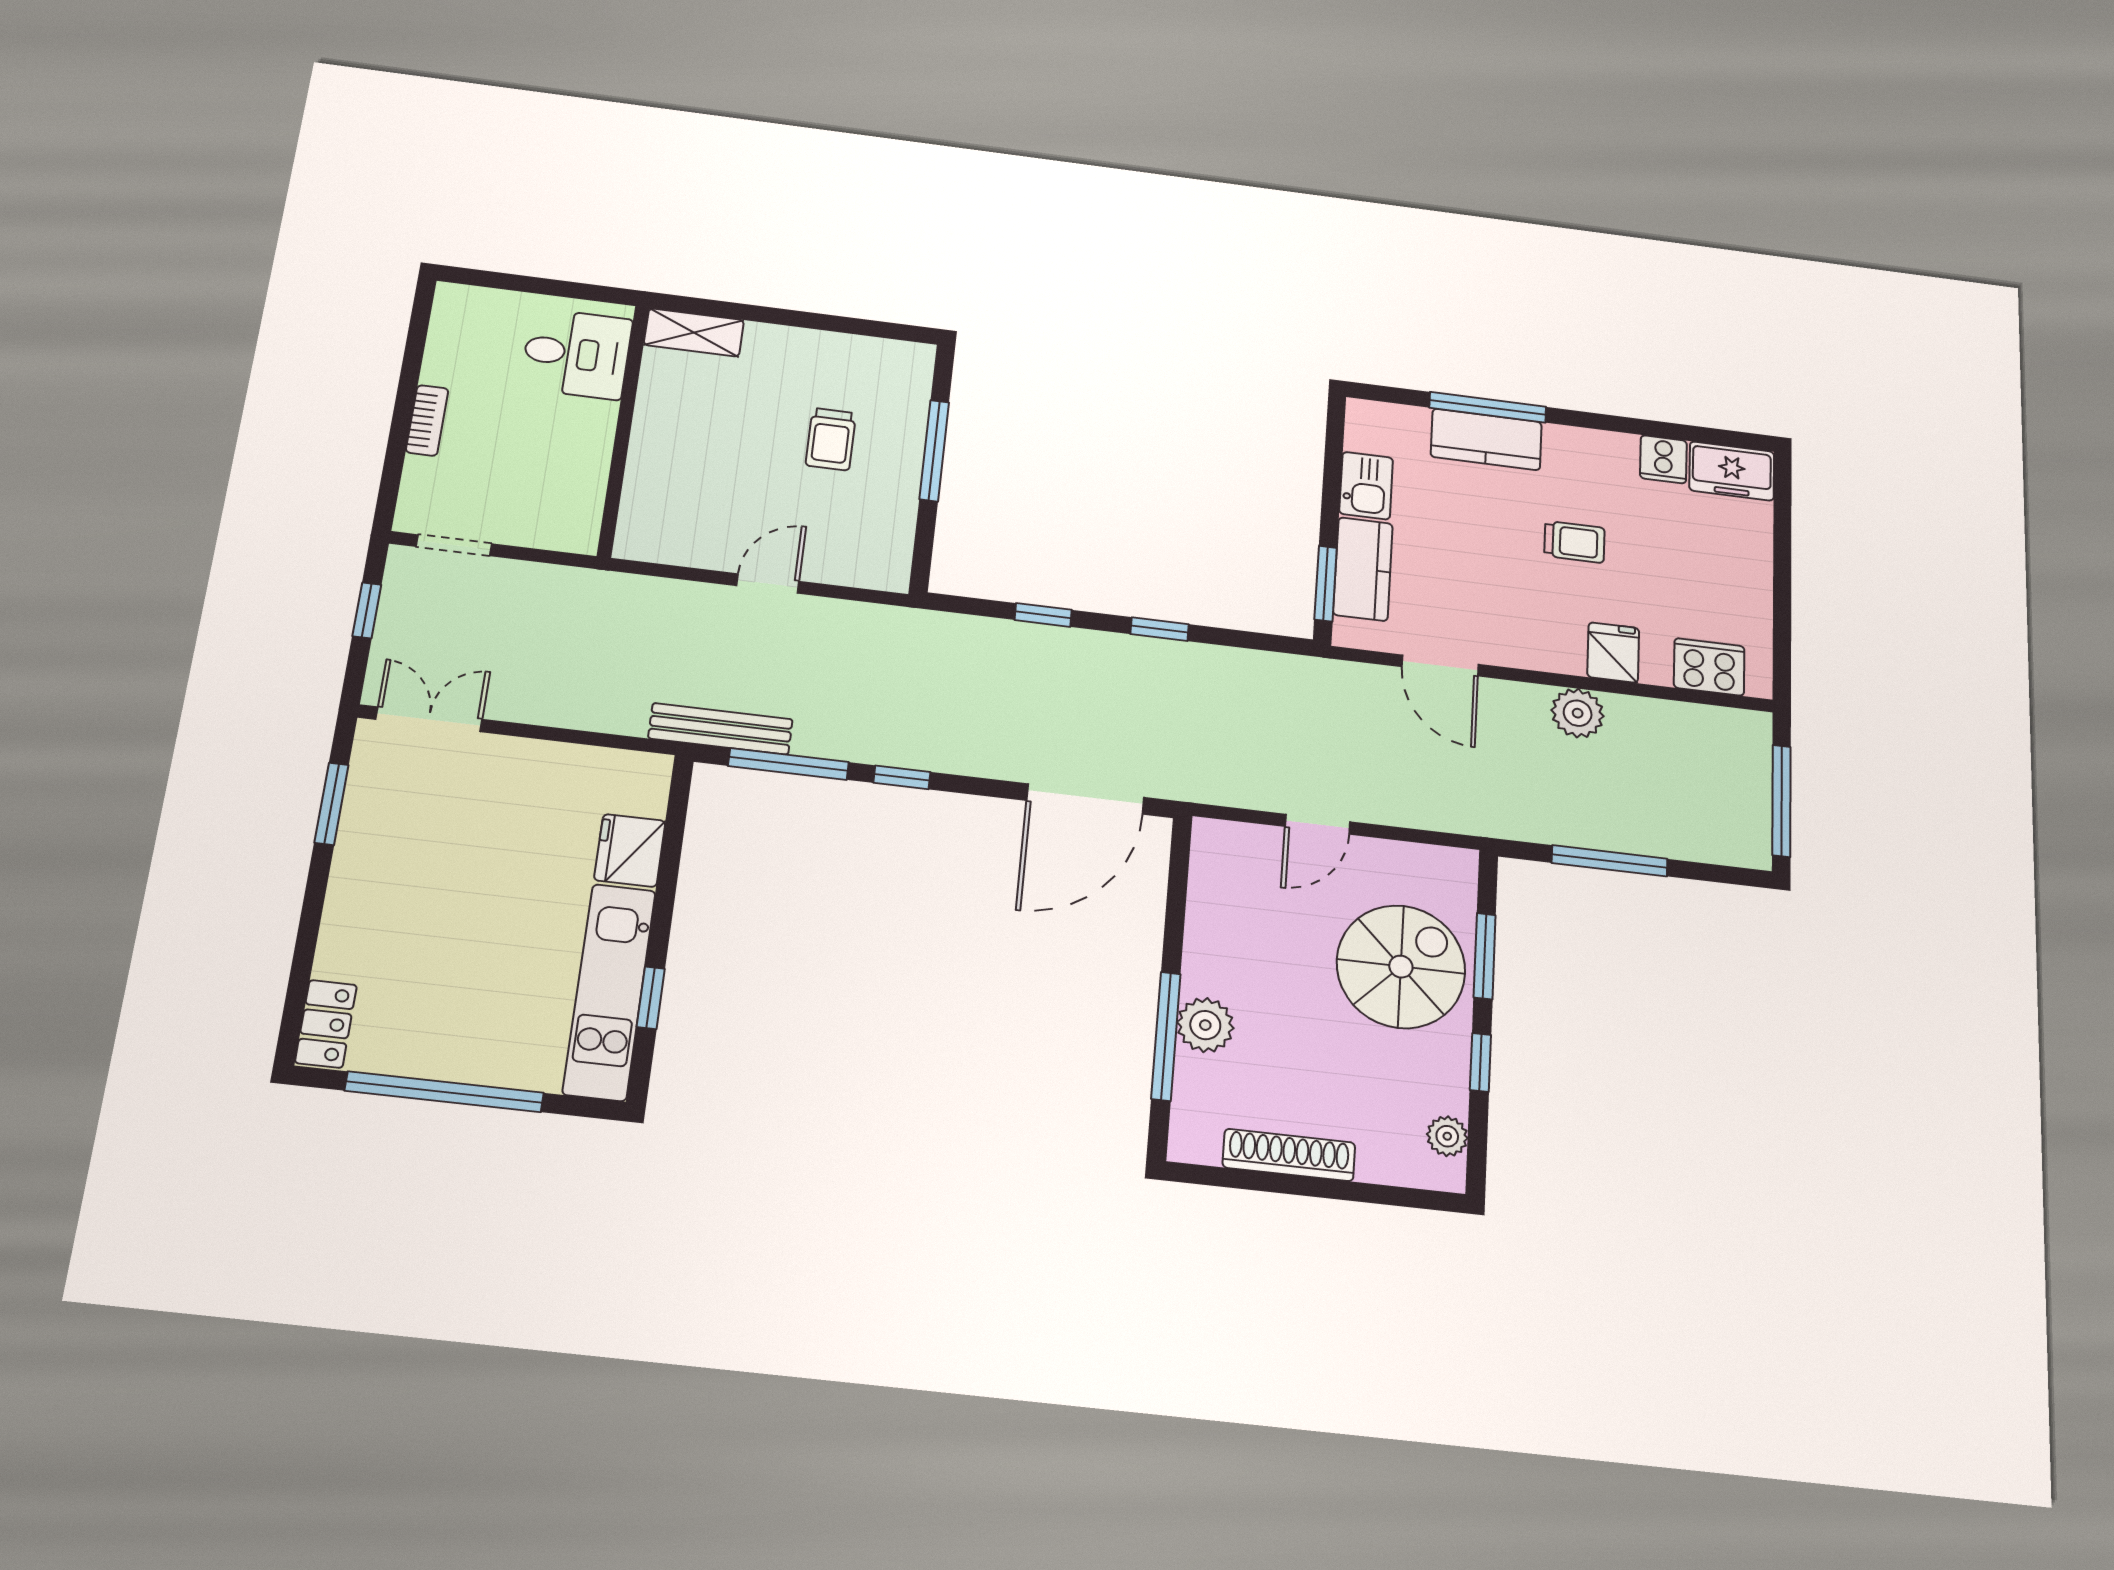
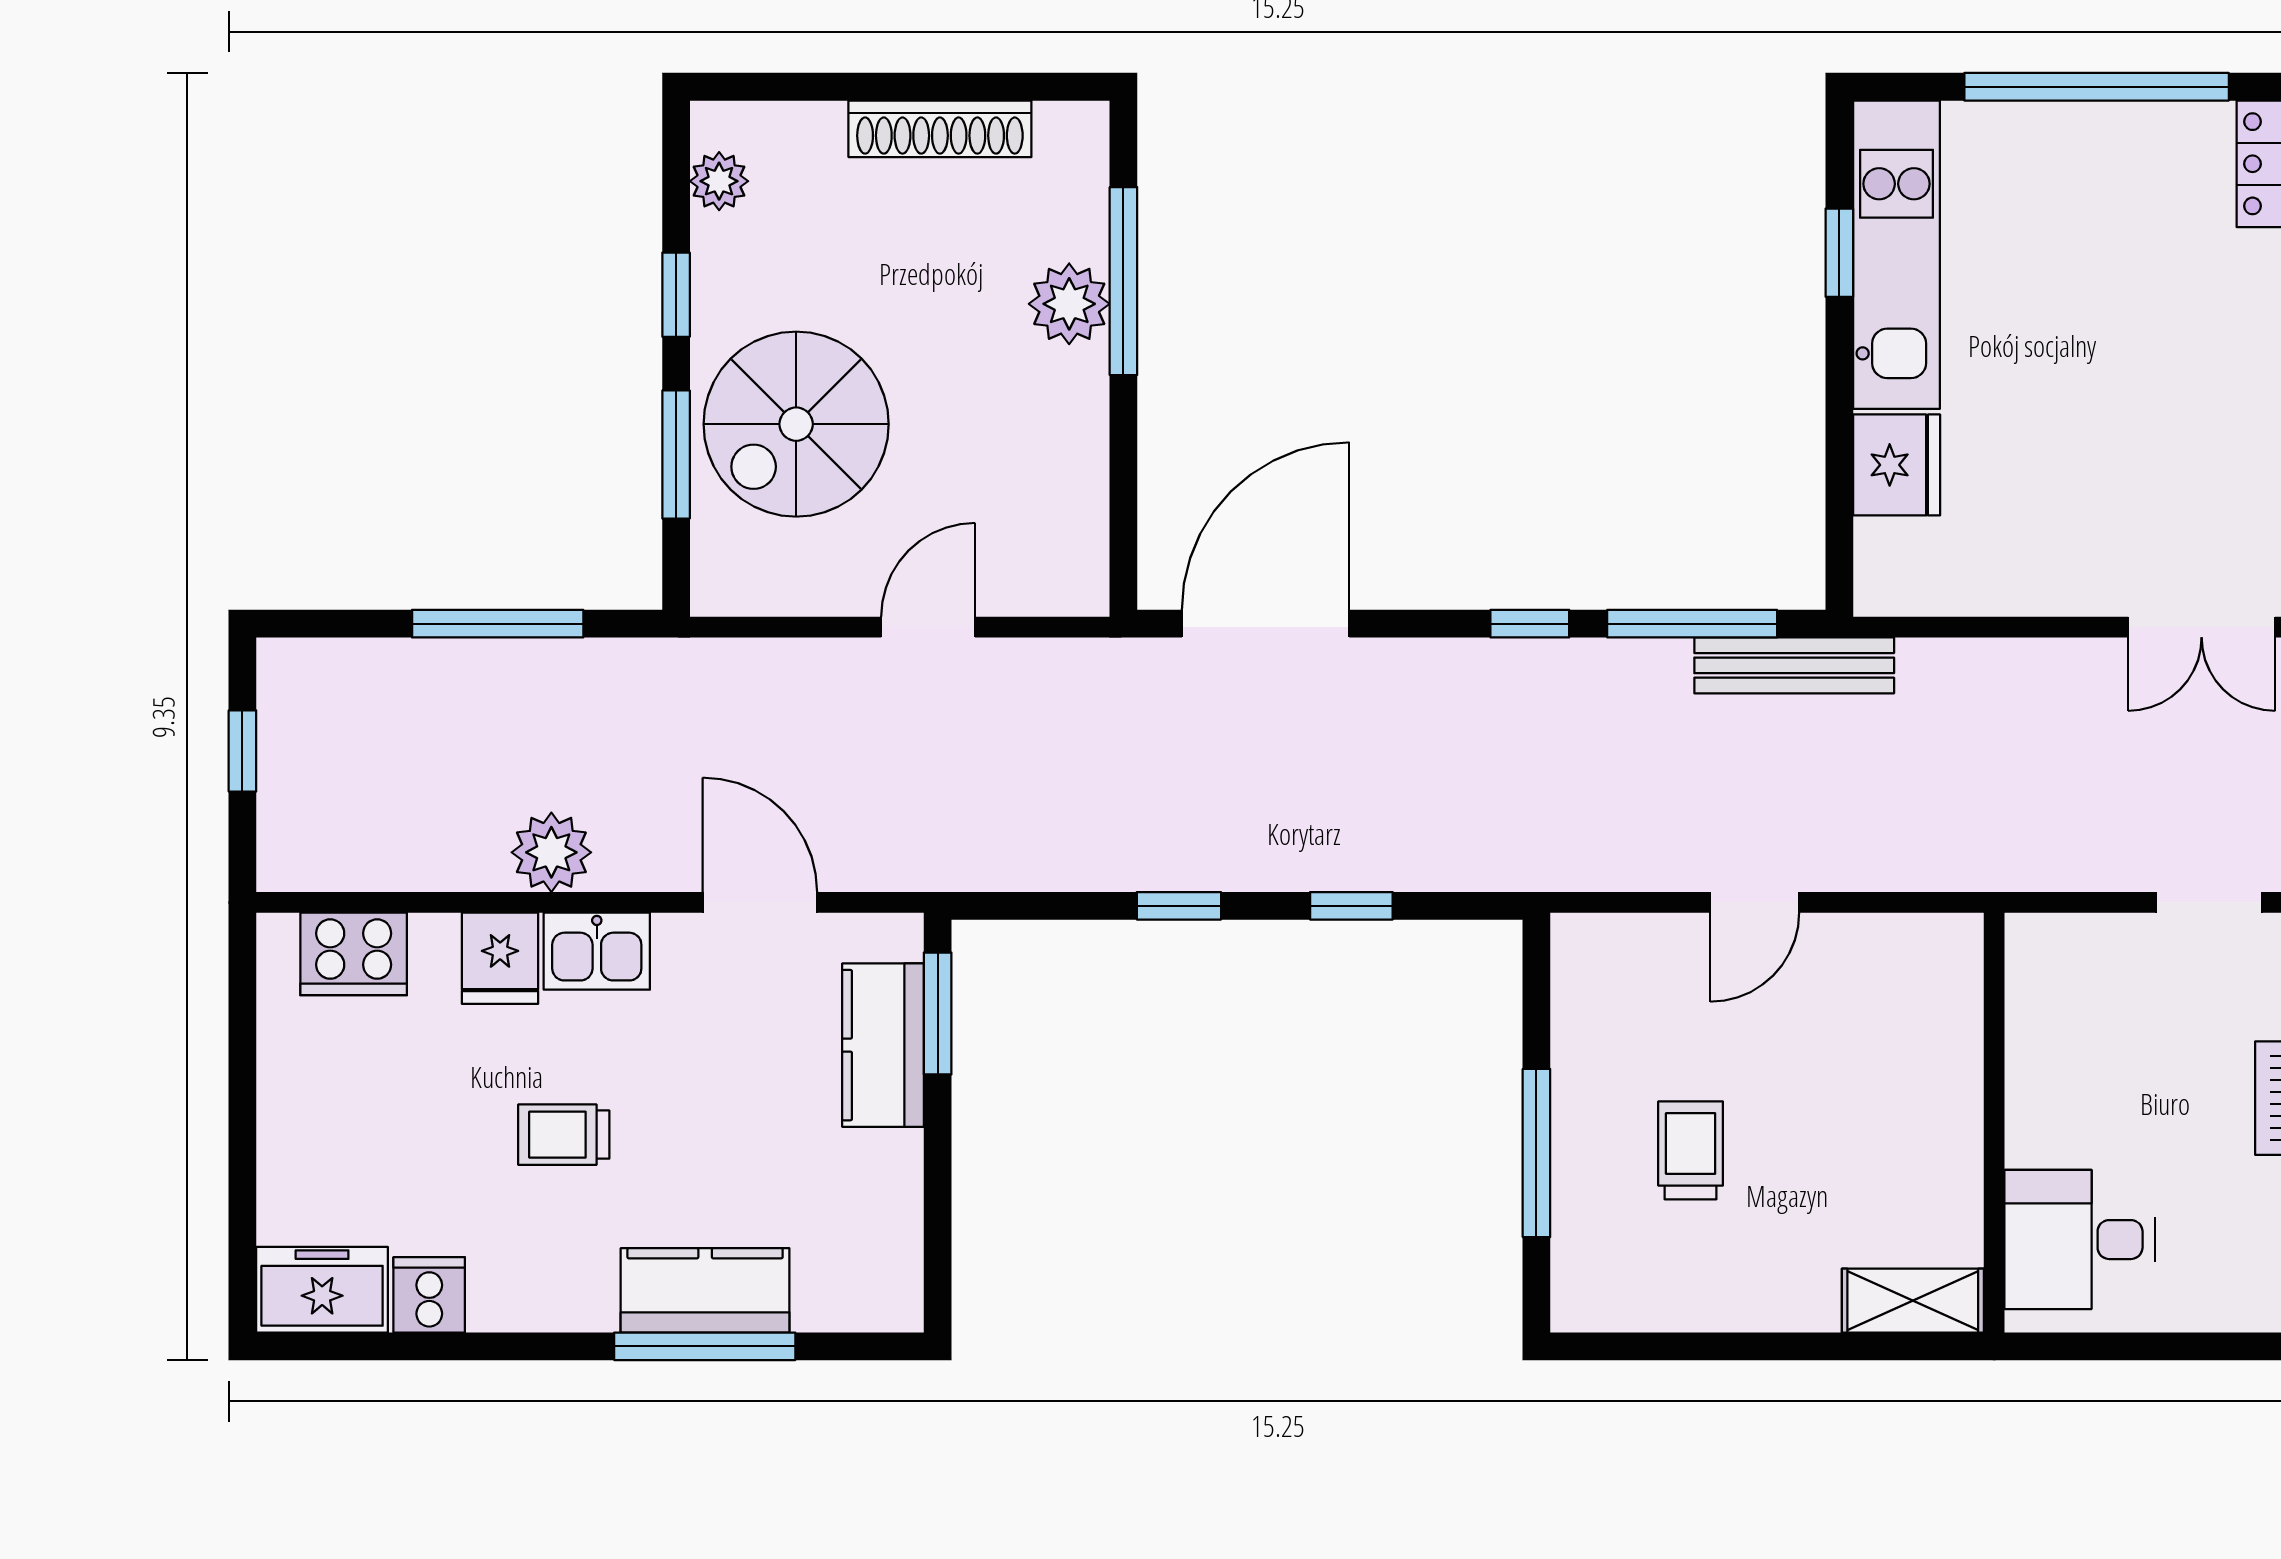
kitchen sink: (1366, 486) -> (597, 951), moved, turned -90
window: (1781, 801) -> (242, 751), width x0.46

